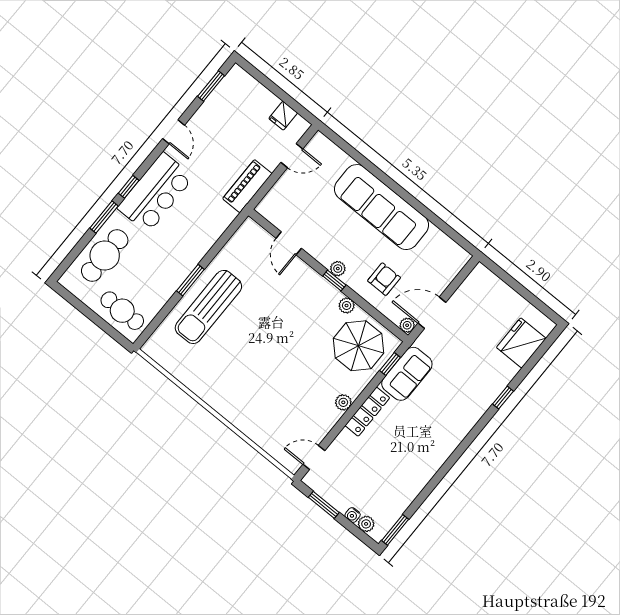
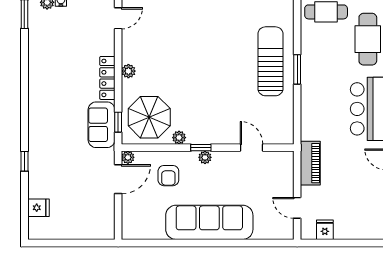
door: (292, 156) -> (297, 208), hinge flipped
fridge: (521, 343) -> (38, 208), width x0.53, depth x0.75

